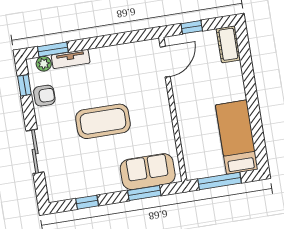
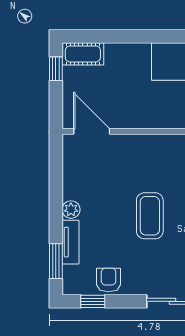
window: (192, 27) -> (56, 69), moved
plant: (44, 64) -> (71, 210), moved
coffee table: (103, 121) -> (150, 216), width x0.73, depth x0.76

